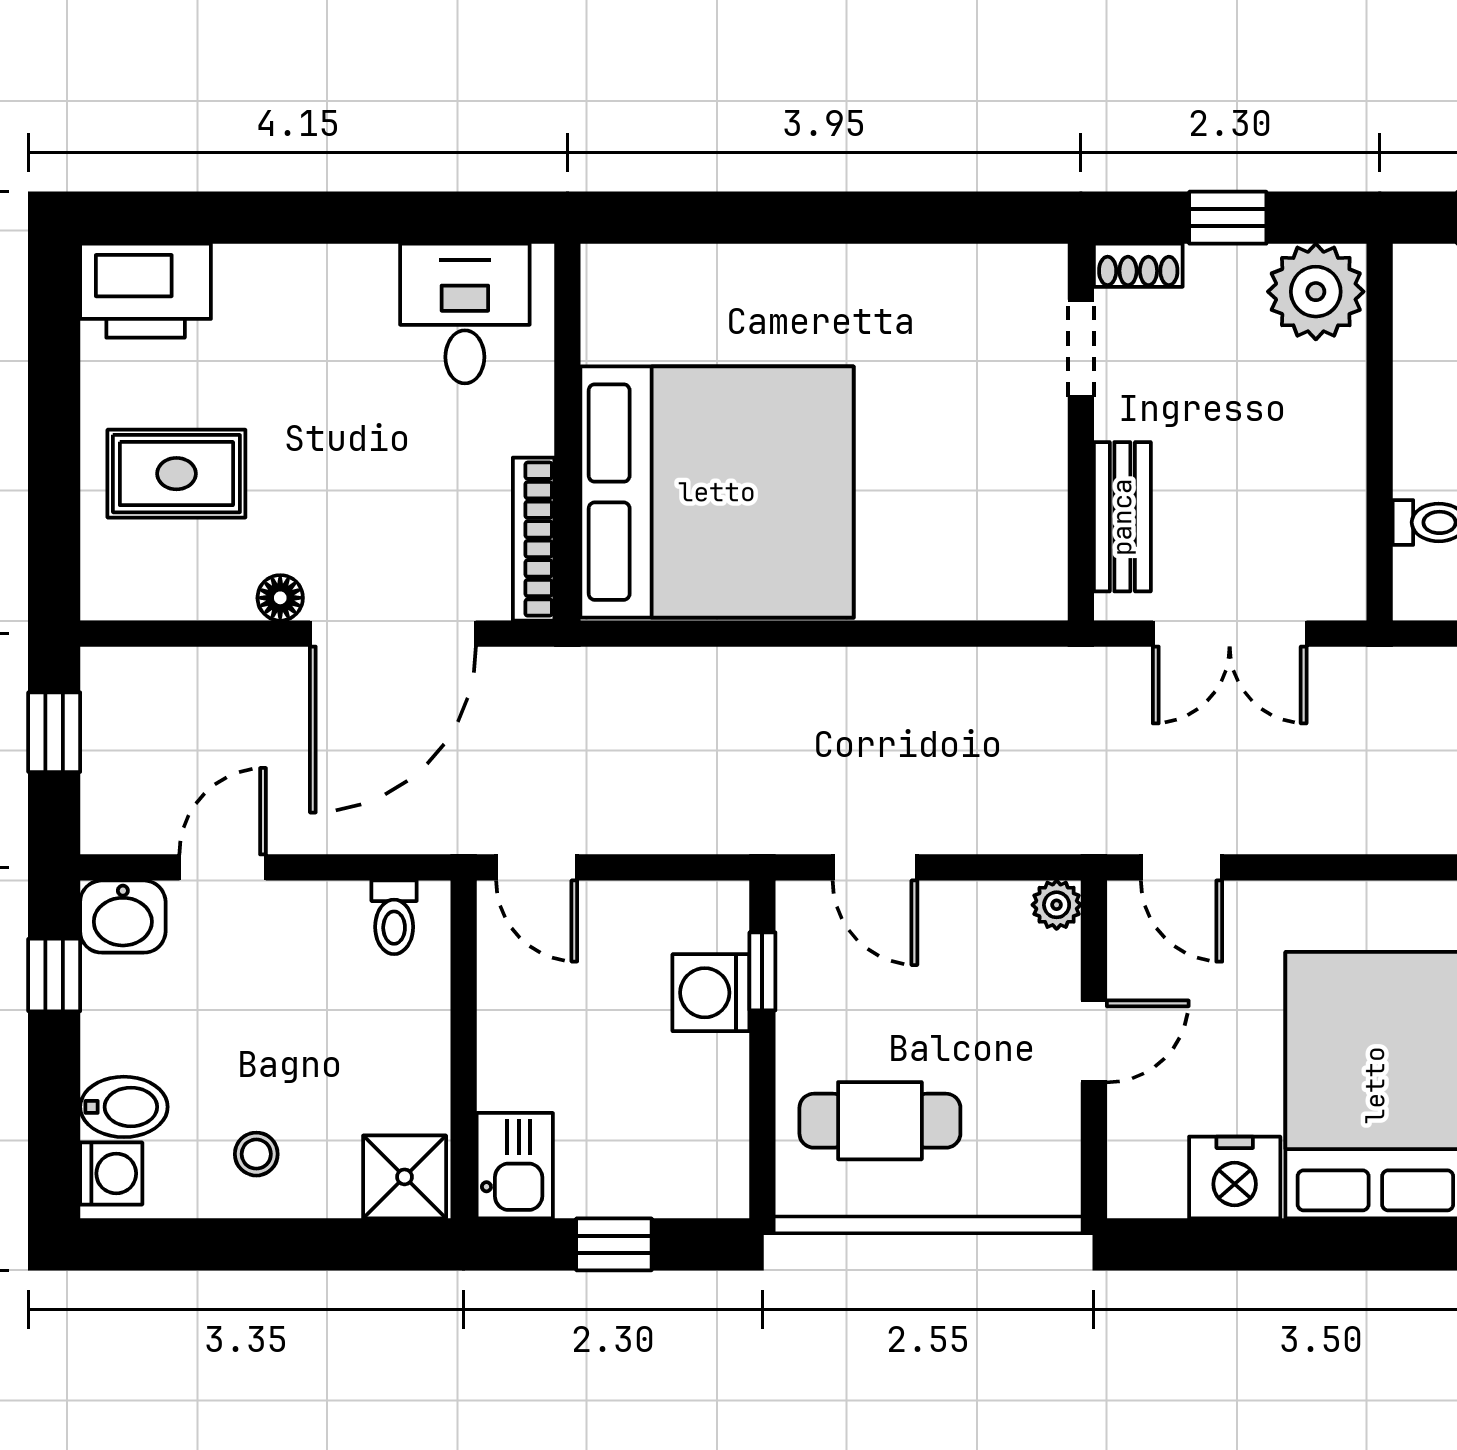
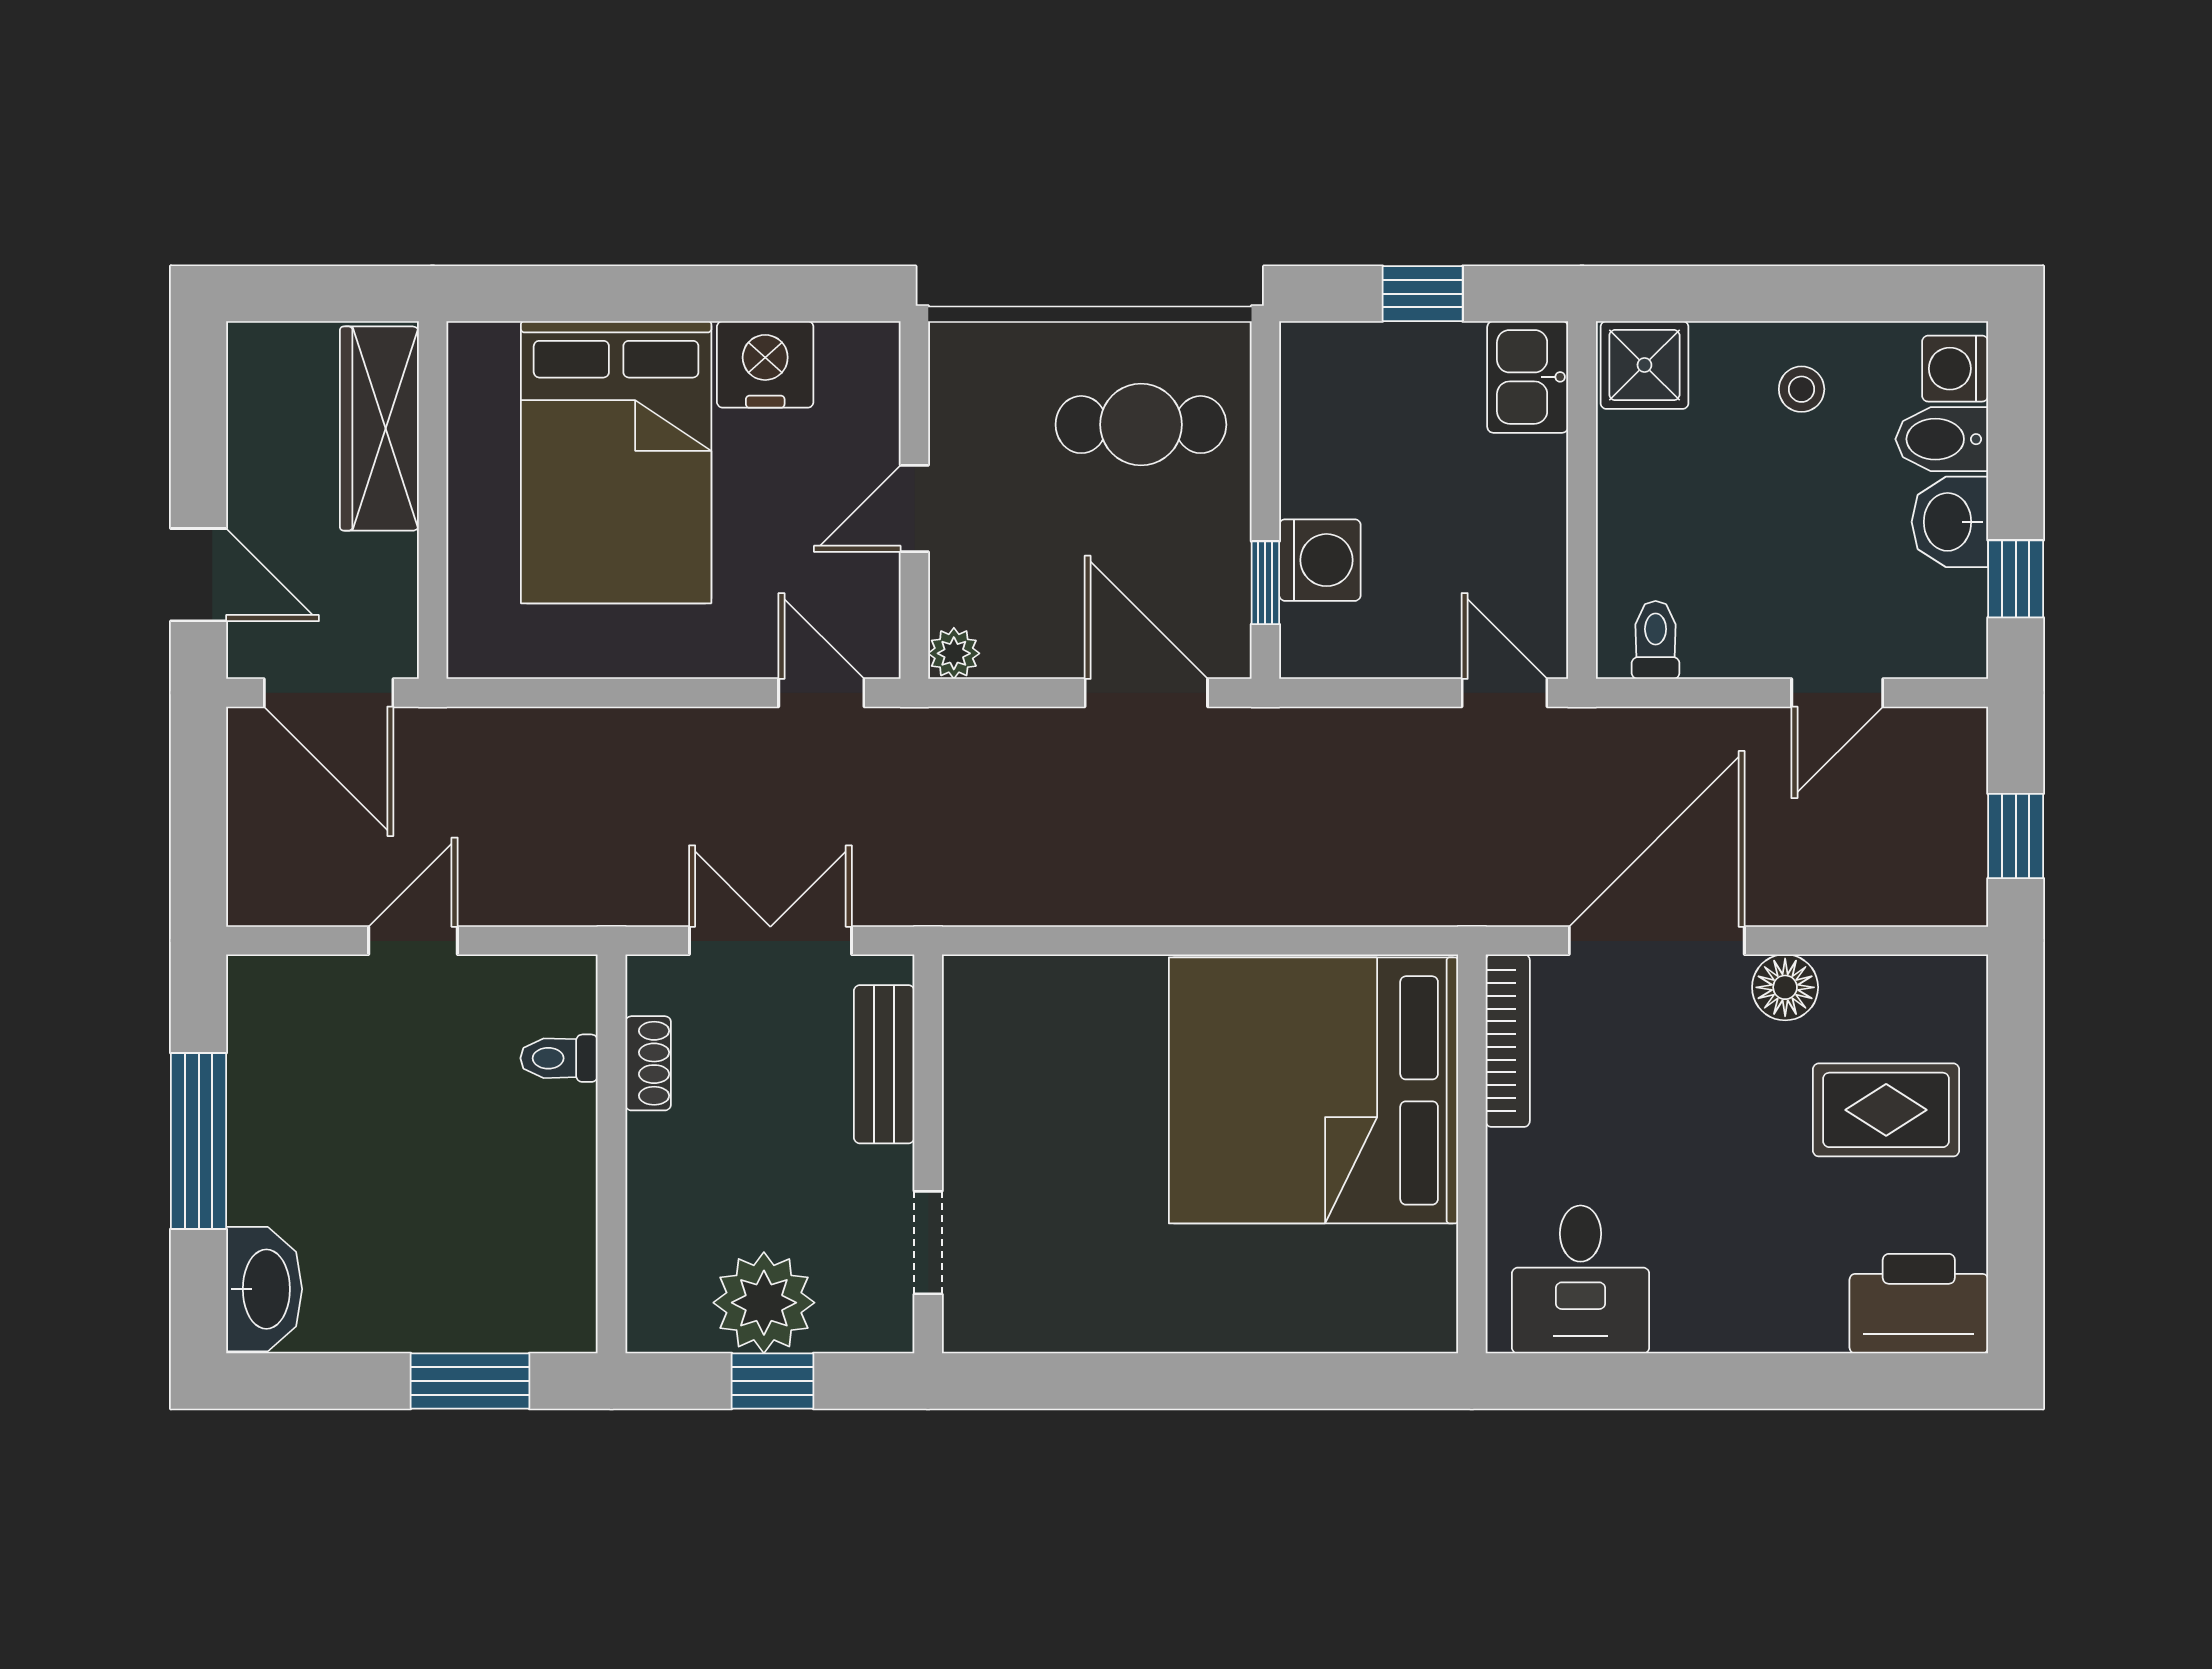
shoe rack: (1138, 265) -> (648, 1063), moved, turned 90
plant: (1316, 292) -> (764, 1303), moved
floor lamp: (280, 598) -> (1785, 987), width x1.37, depth x1.37
door: (875, 867) -> (1146, 693), width x1.38
washbasin: (123, 917) -> (1950, 522), moved, turned -90

